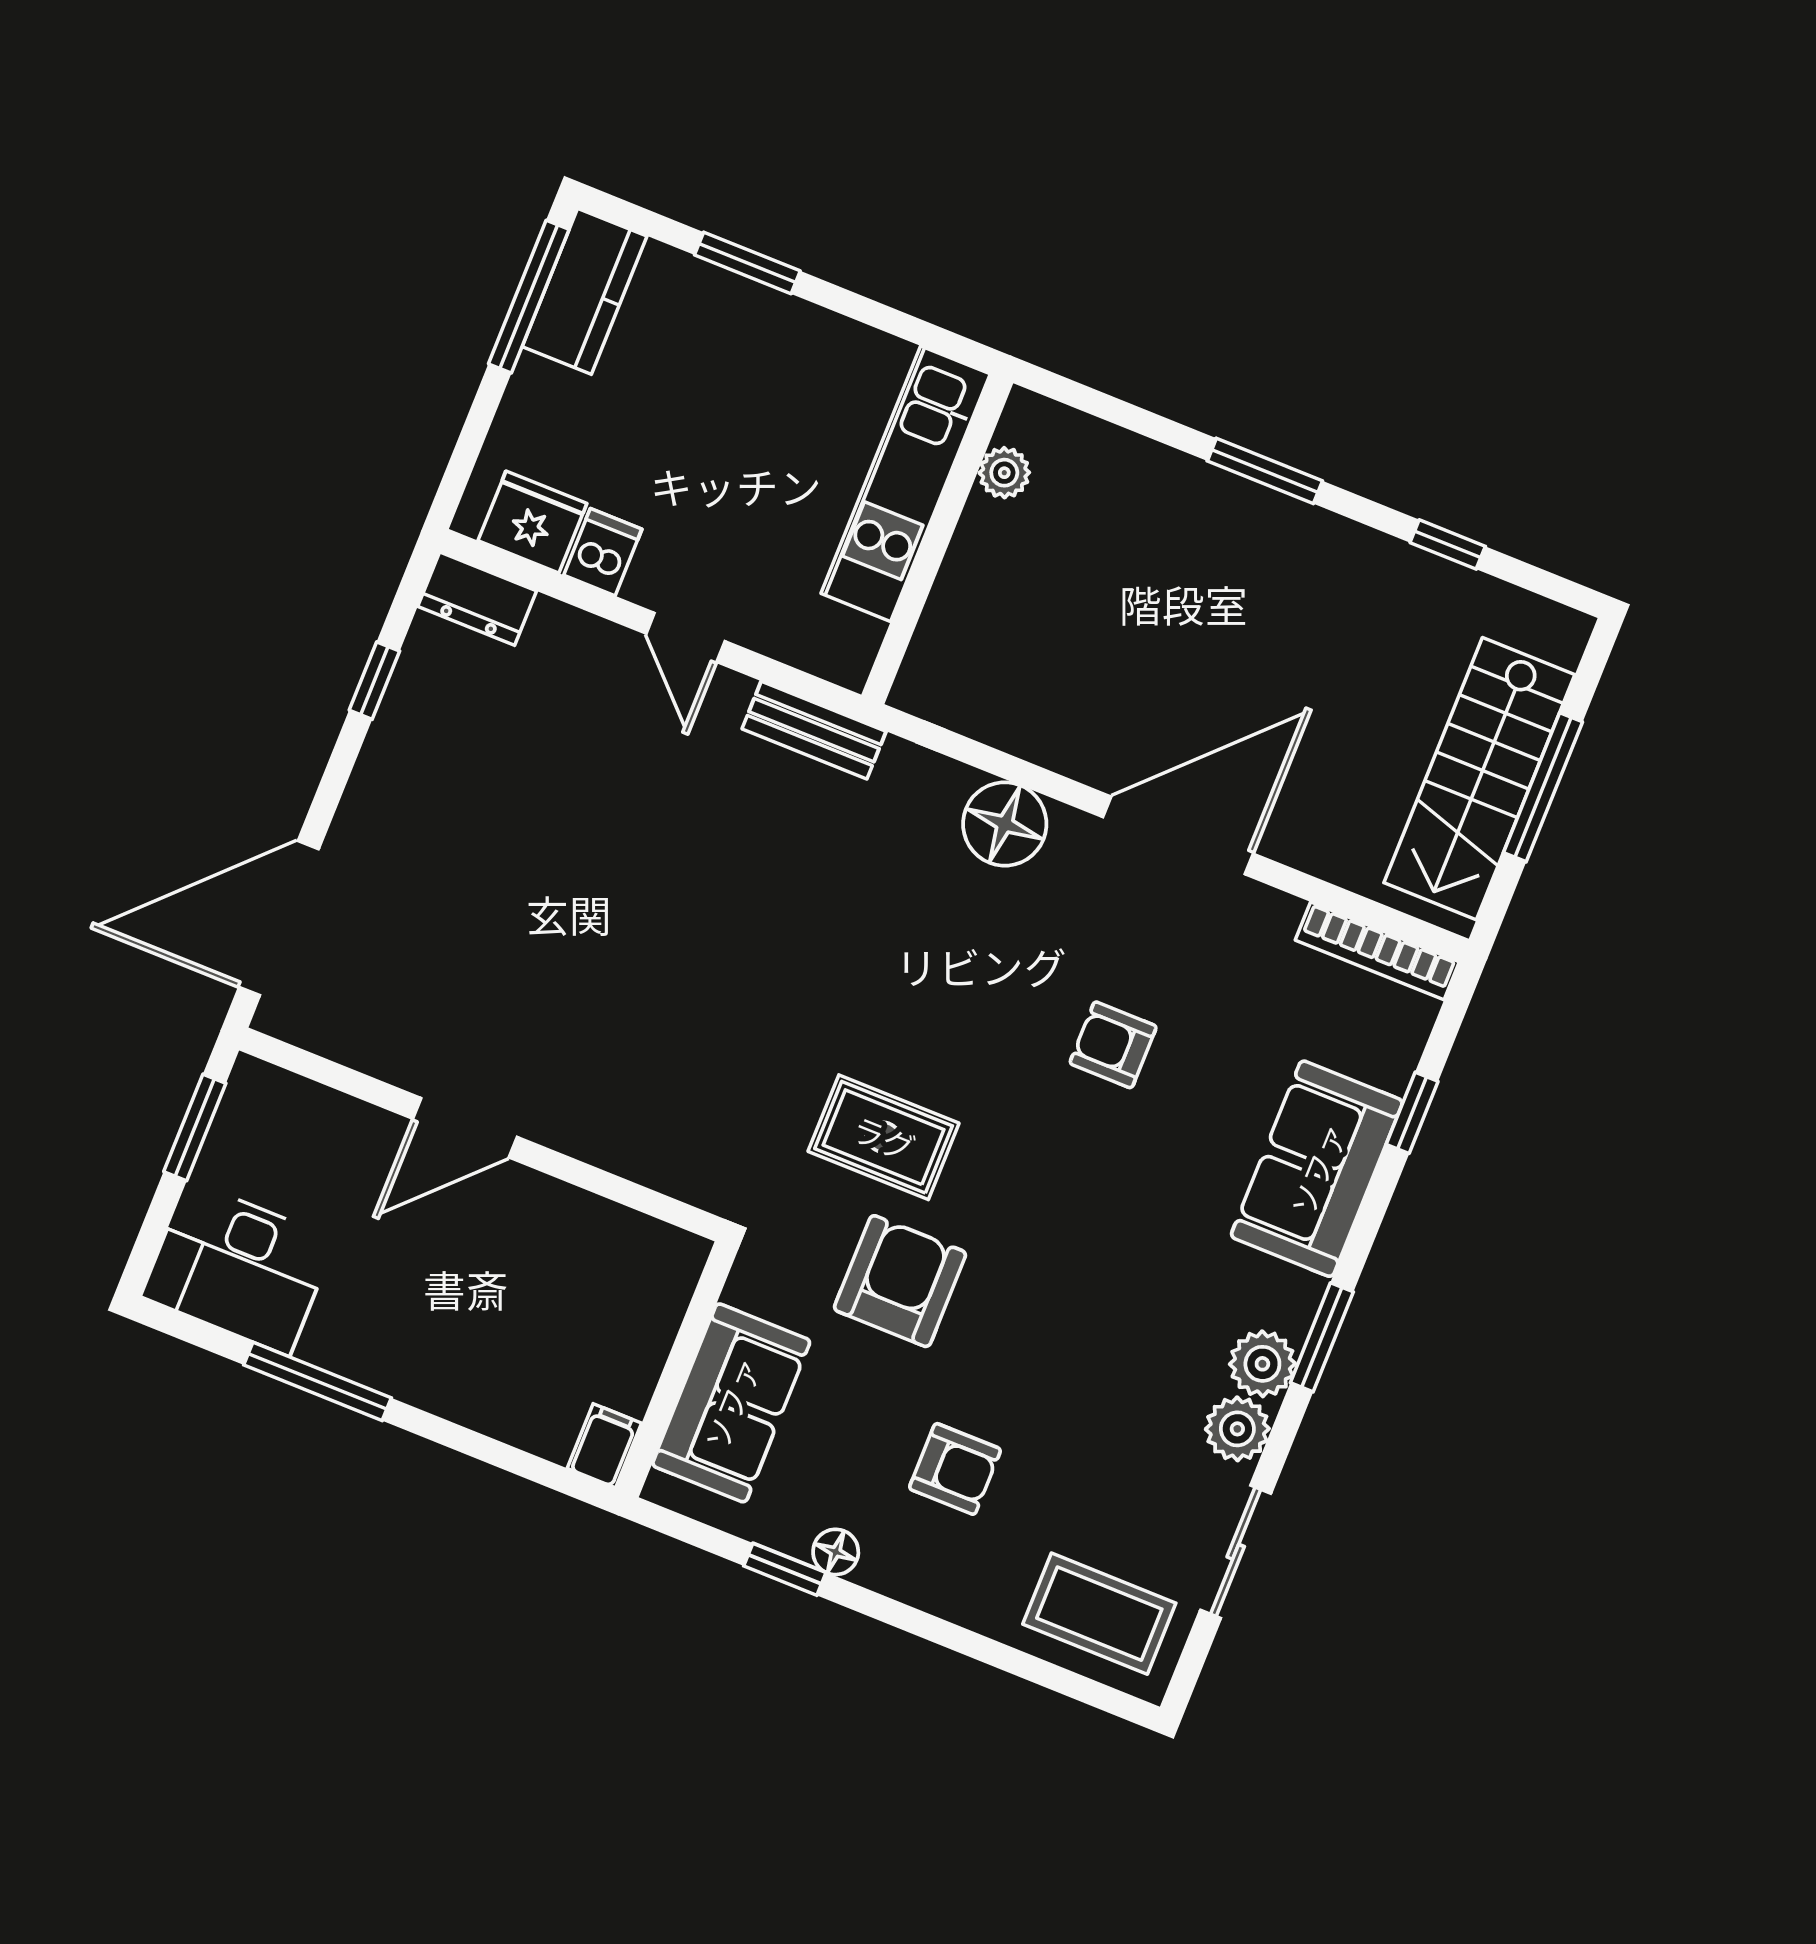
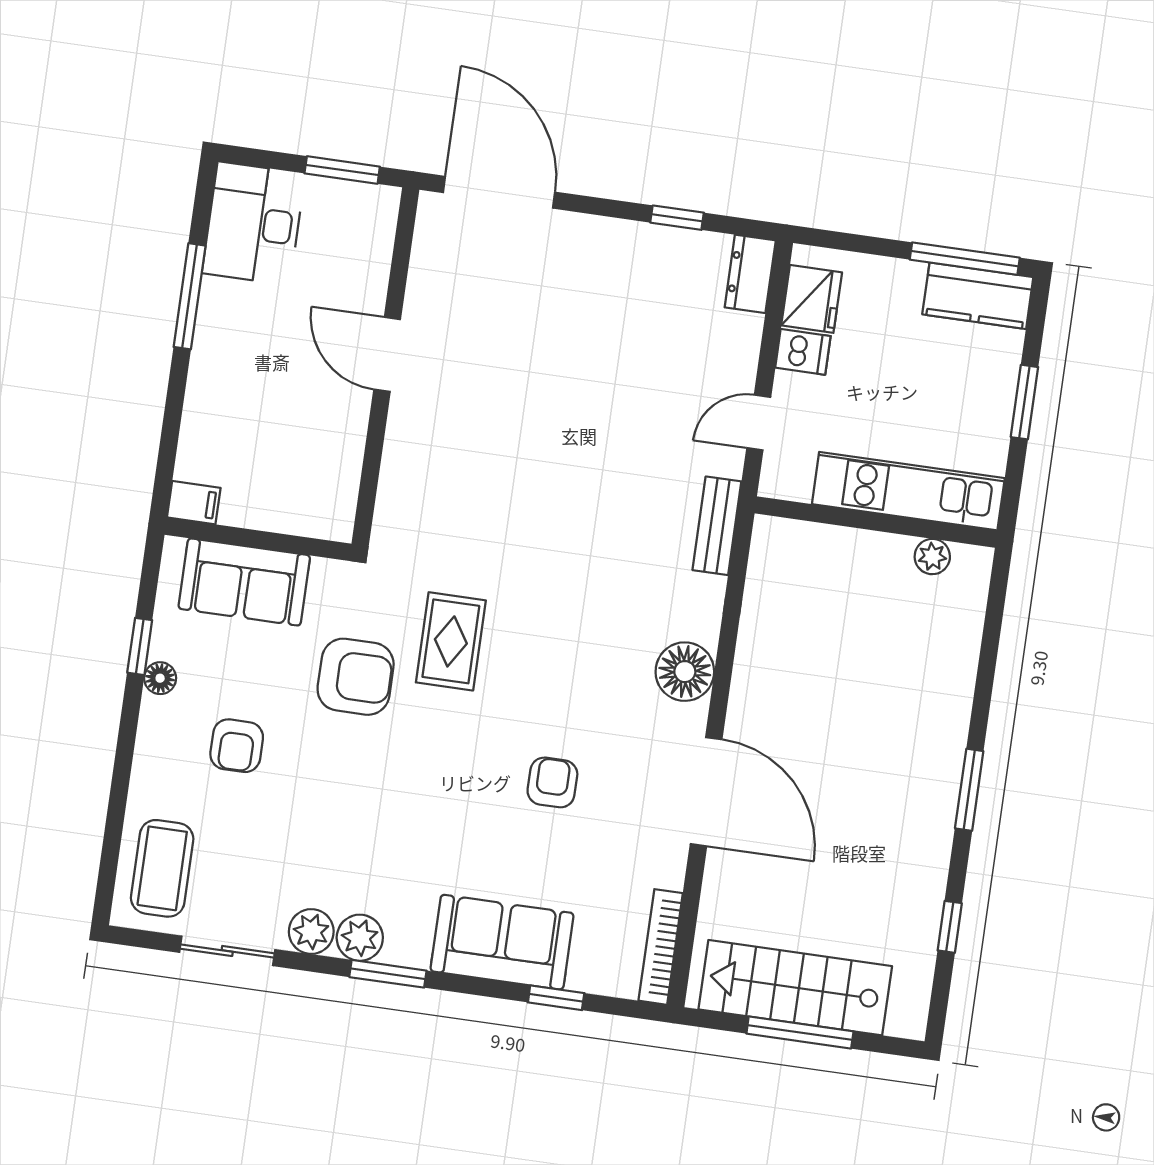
plant: (1004, 473) -> (932, 557), moved
kitchen unit: (906, 484) -> (908, 491), moved
wall: (937, 539) -> (876, 522), moved

